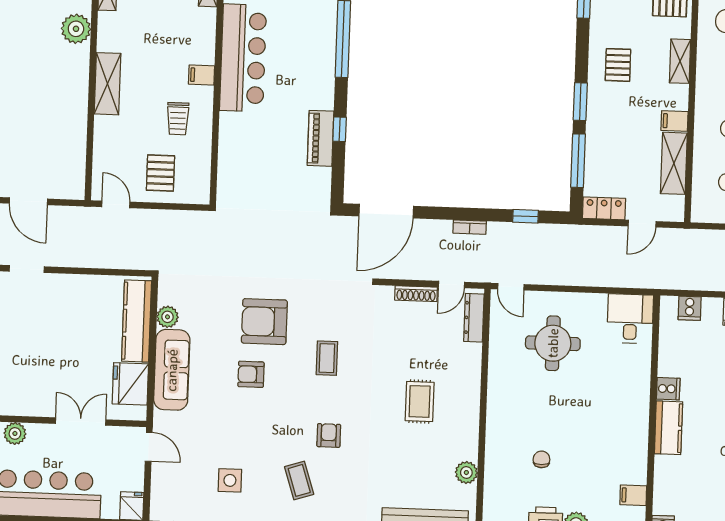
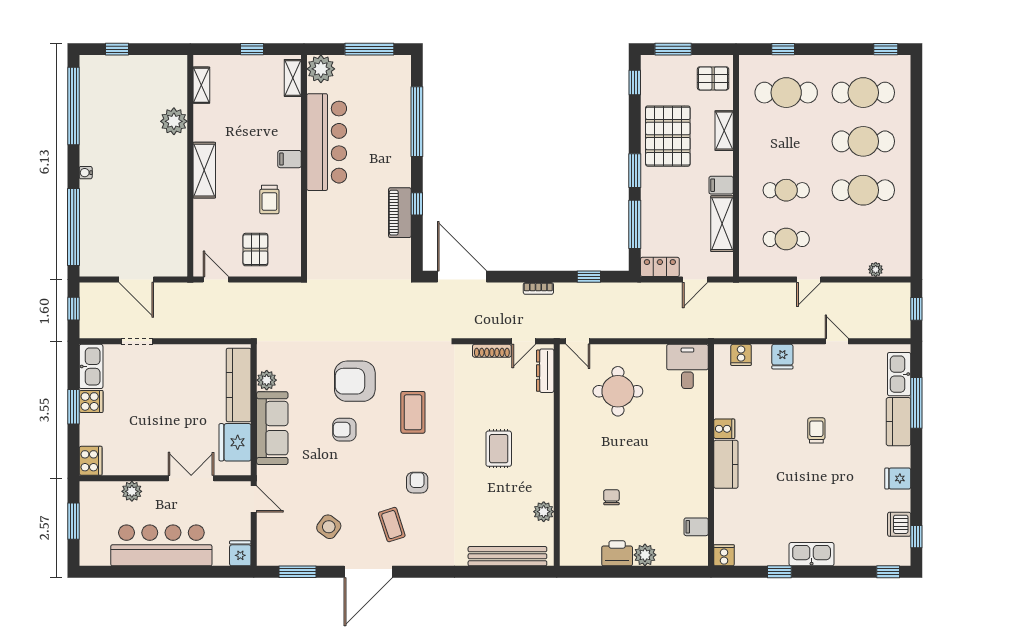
pallet: (618, 65) -> (668, 136), width x2.05, depth x2.00
door: (386, 211) -> (462, 277), swing flipped
coffee table: (327, 358) -> (413, 412), width x1.36, depth x1.30
side table: (230, 480) -> (329, 527), turned 36

